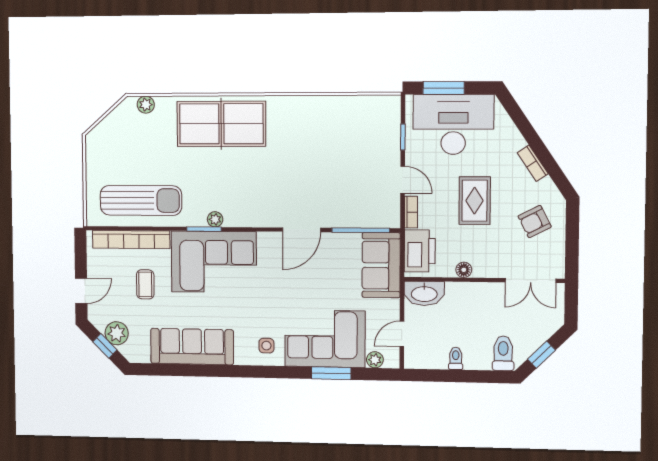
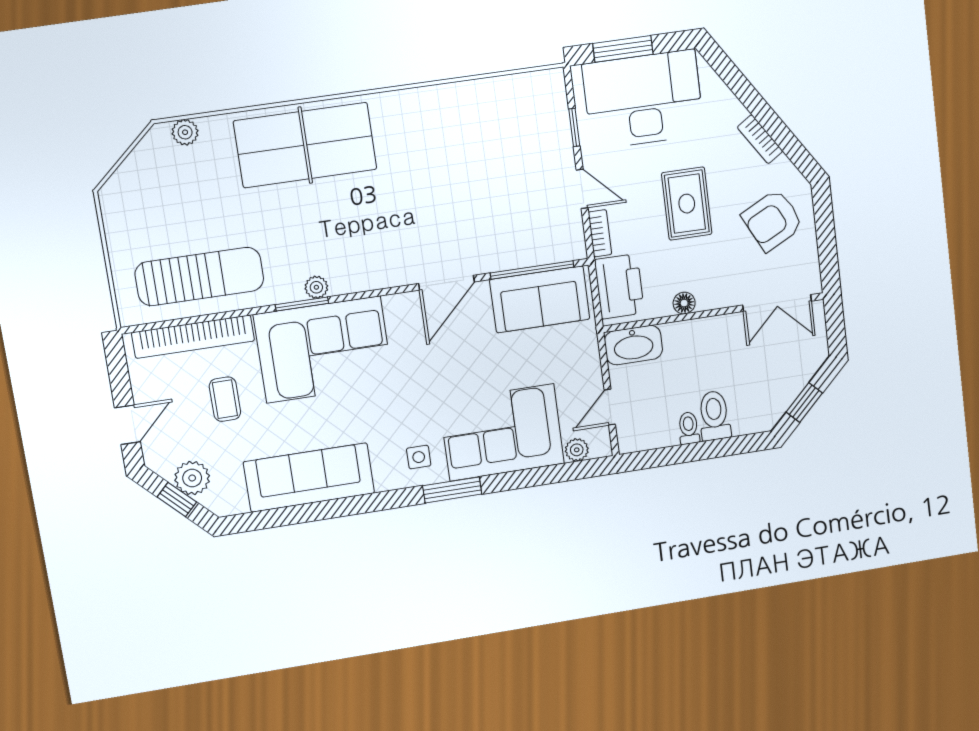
armchair: (535, 222) -> (773, 220), width x1.38, depth x1.38
sofa: (381, 265) -> (540, 299), moved, turned -90
toilet: (503, 353) -> (714, 416), moved
window: (331, 373) -> (452, 490), moved

